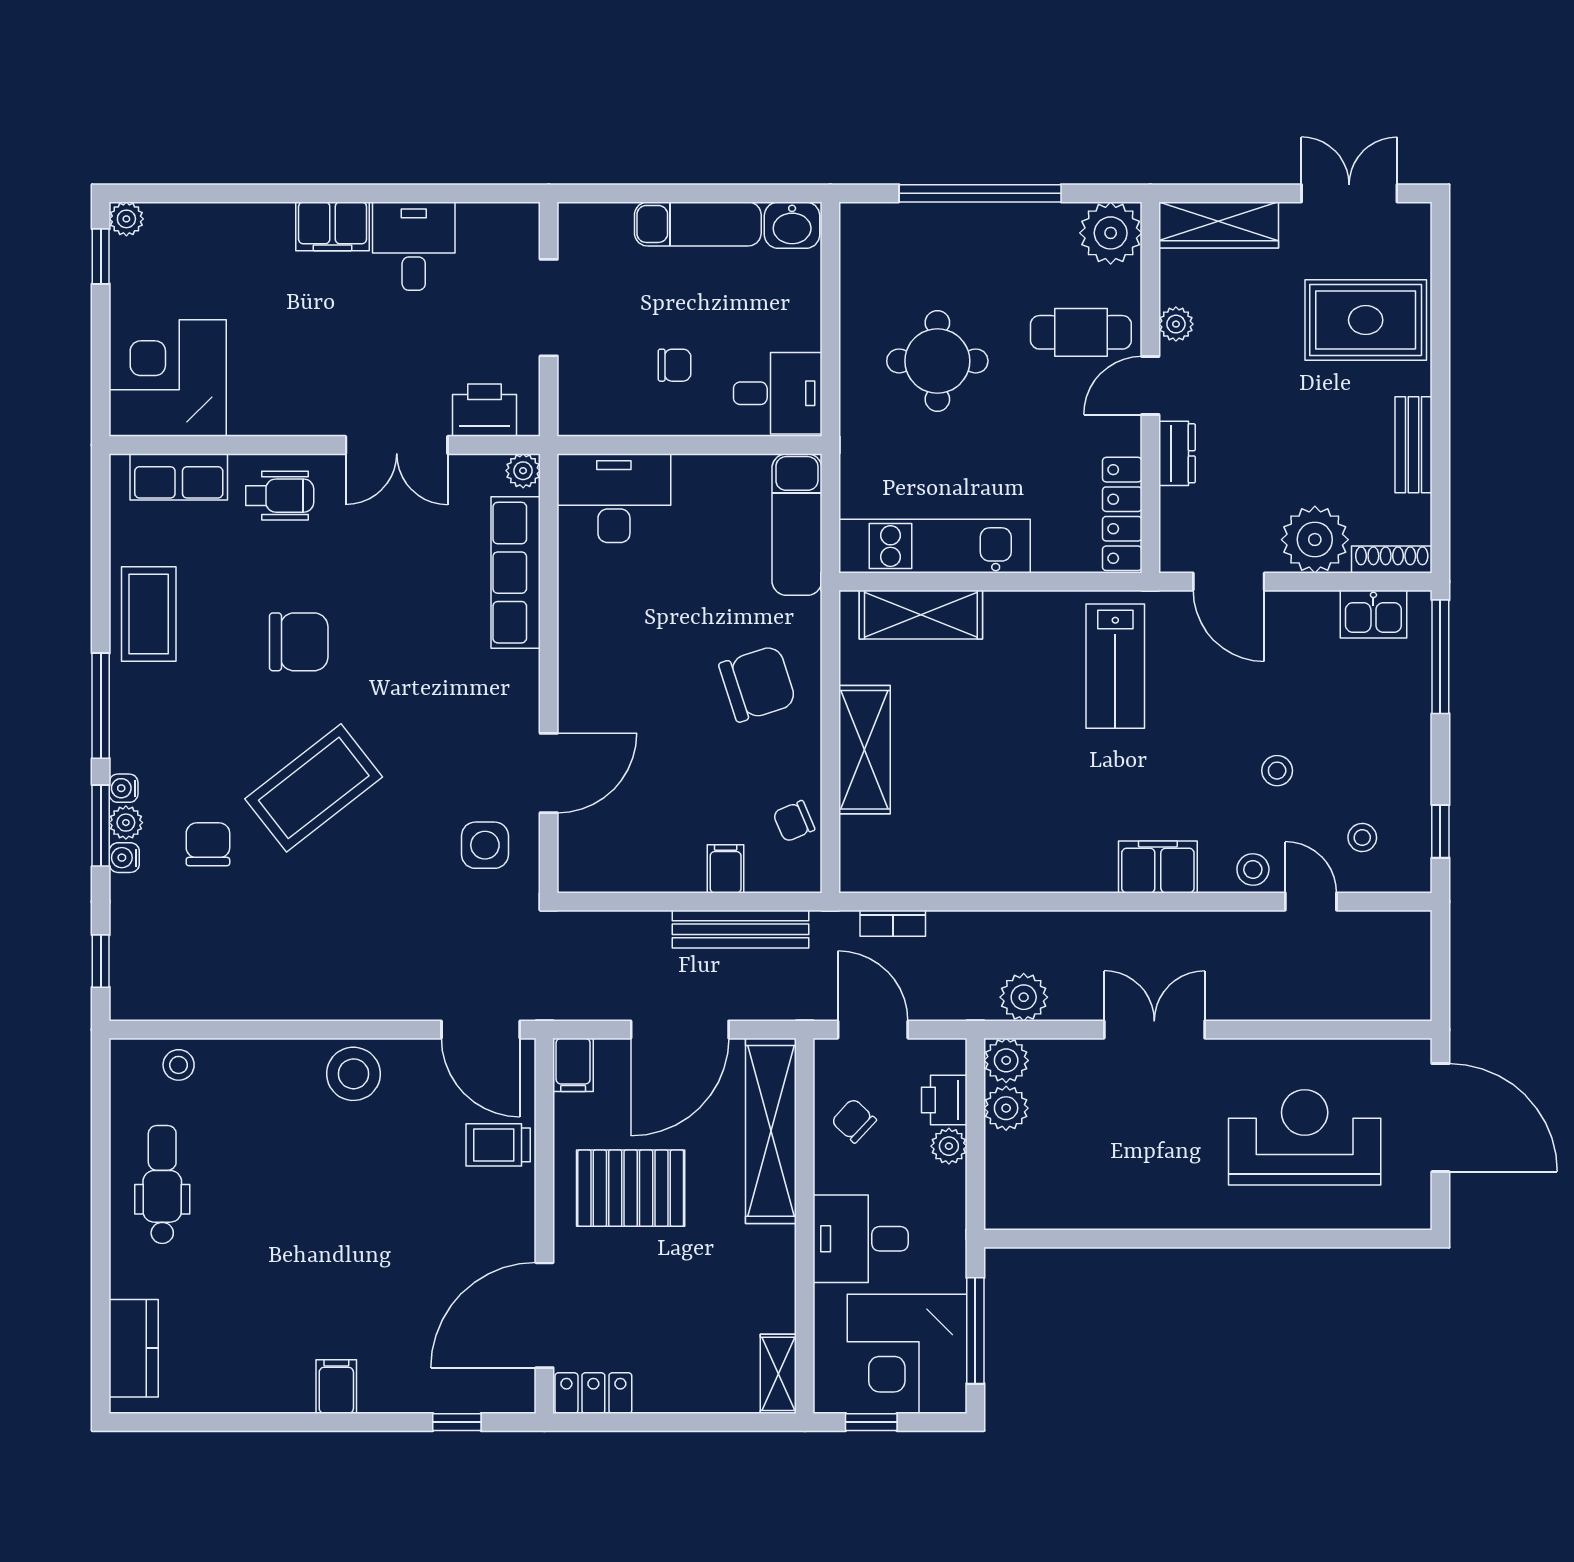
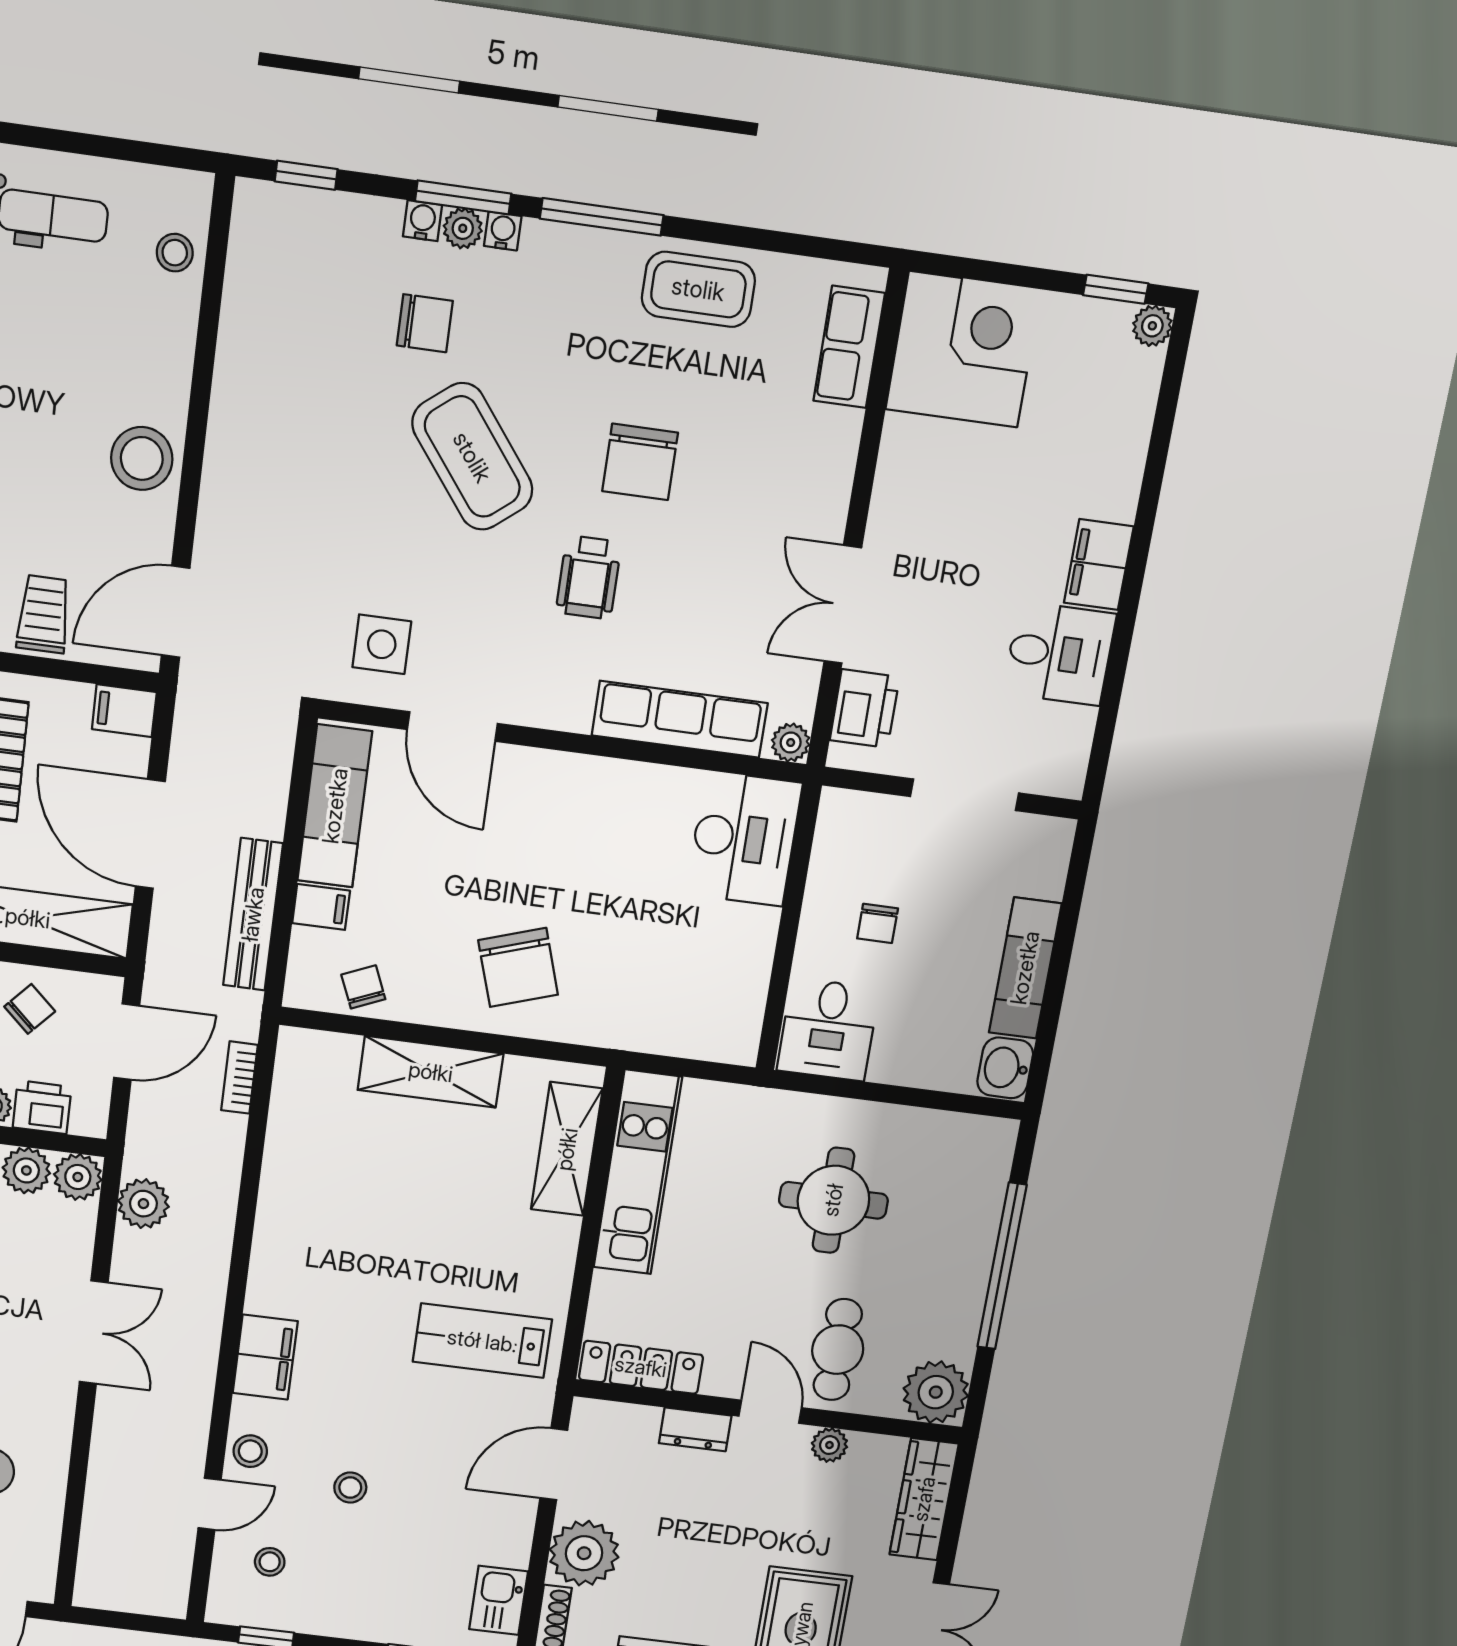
wheelchair: (280, 496) -> (589, 577), moved
exam couch: (797, 525) -> (335, 806), moved, turned 90

